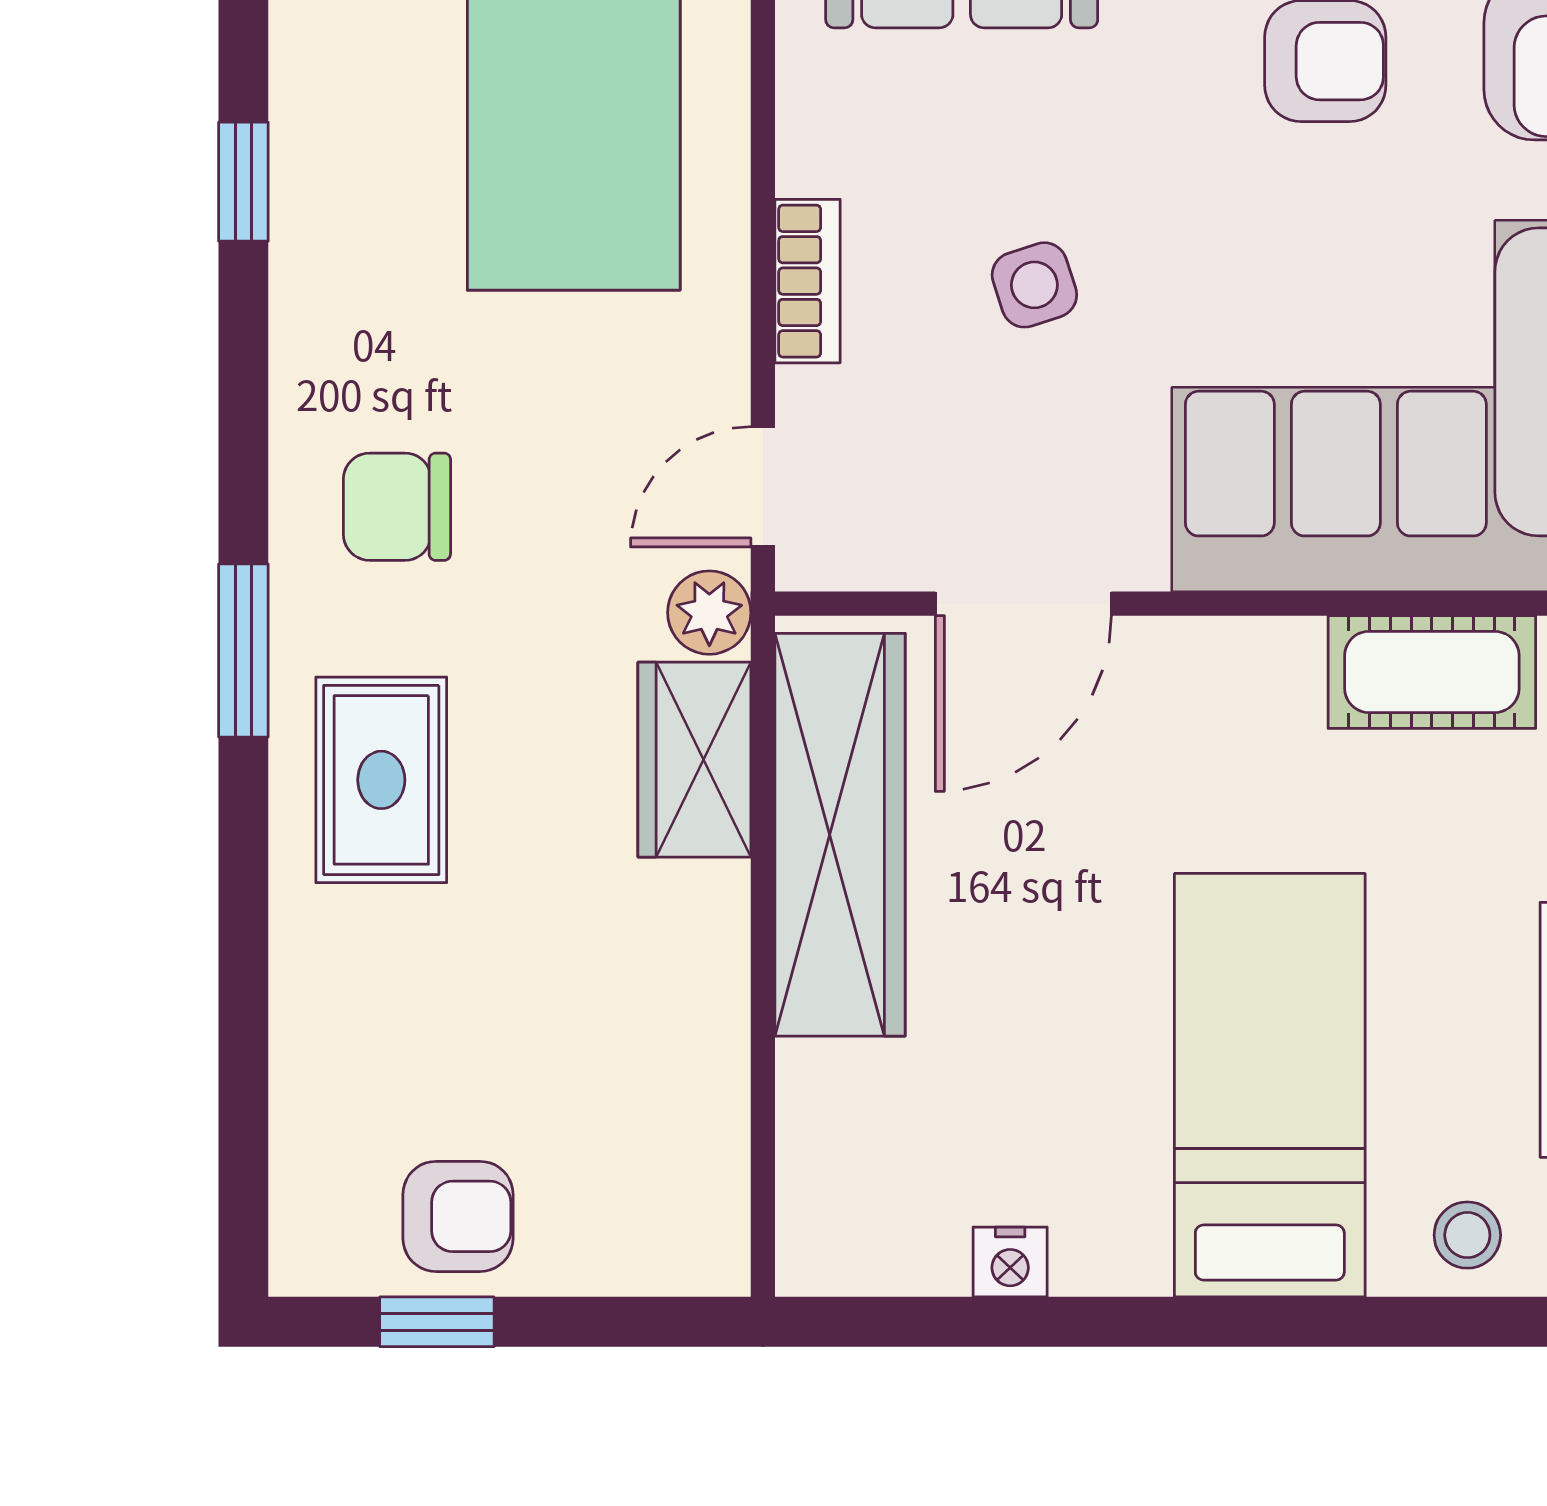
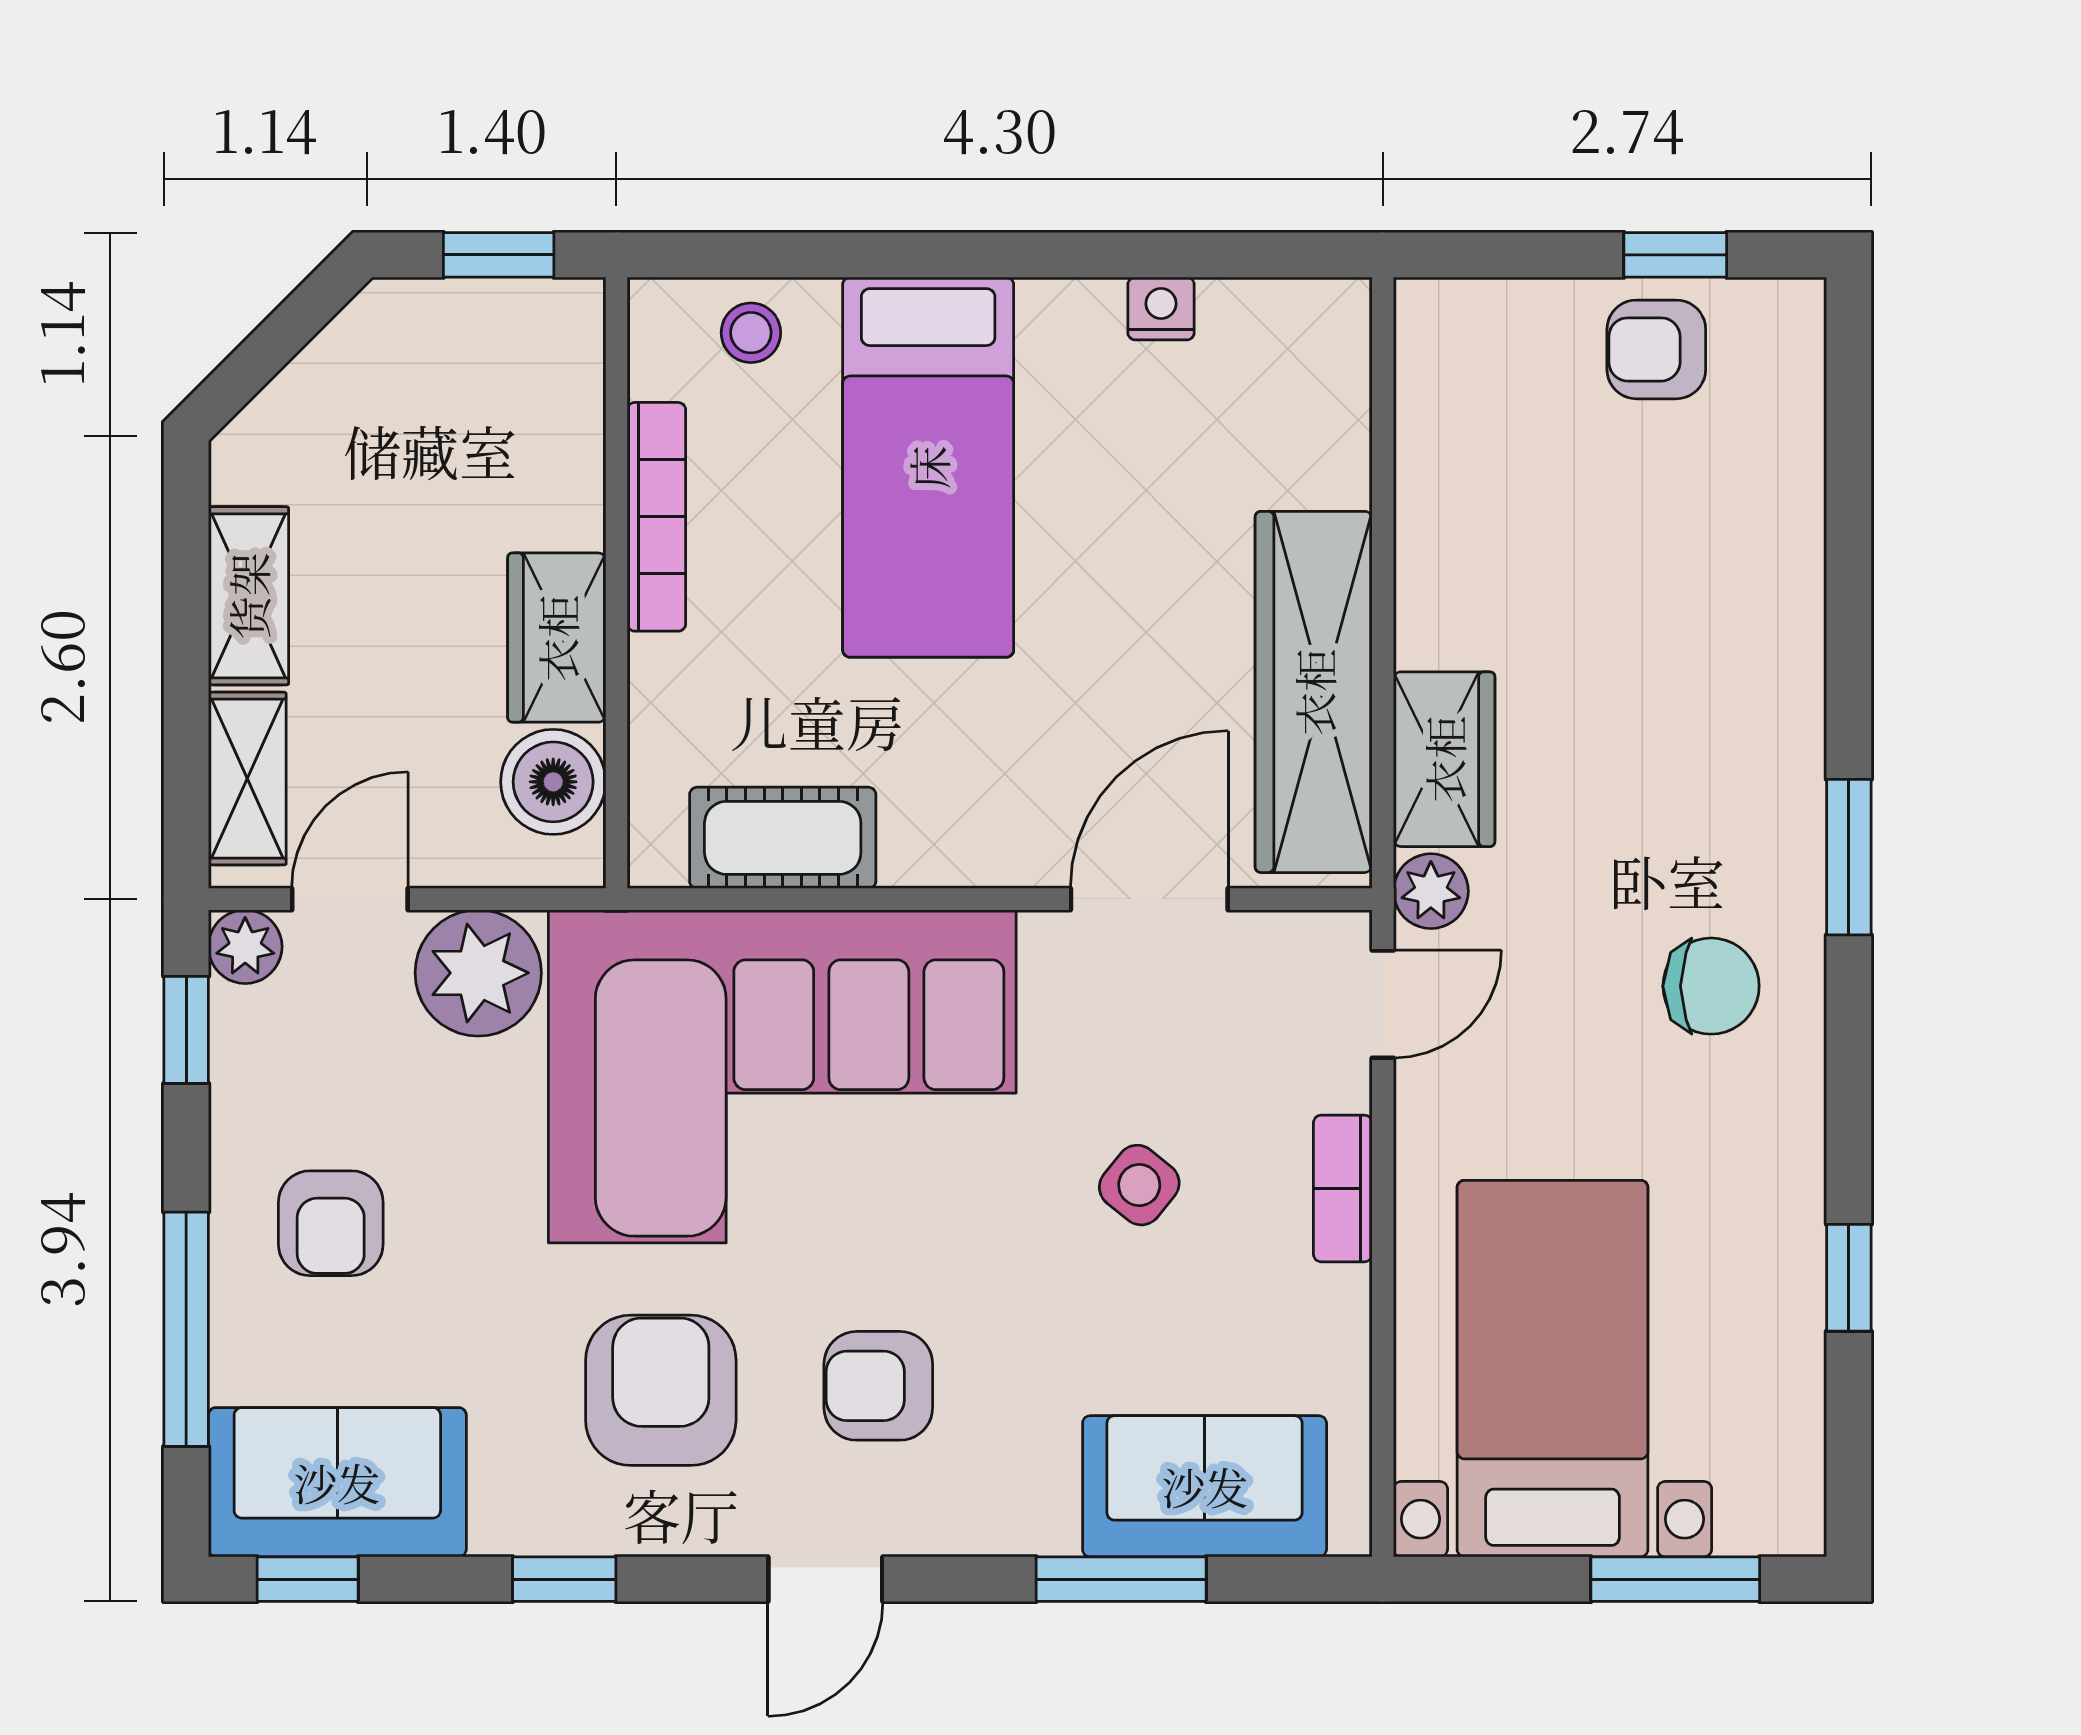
side table: (1034, 285) -> (1139, 1185), turned -33
rug: (381, 780) -> (1725, 741), removed

